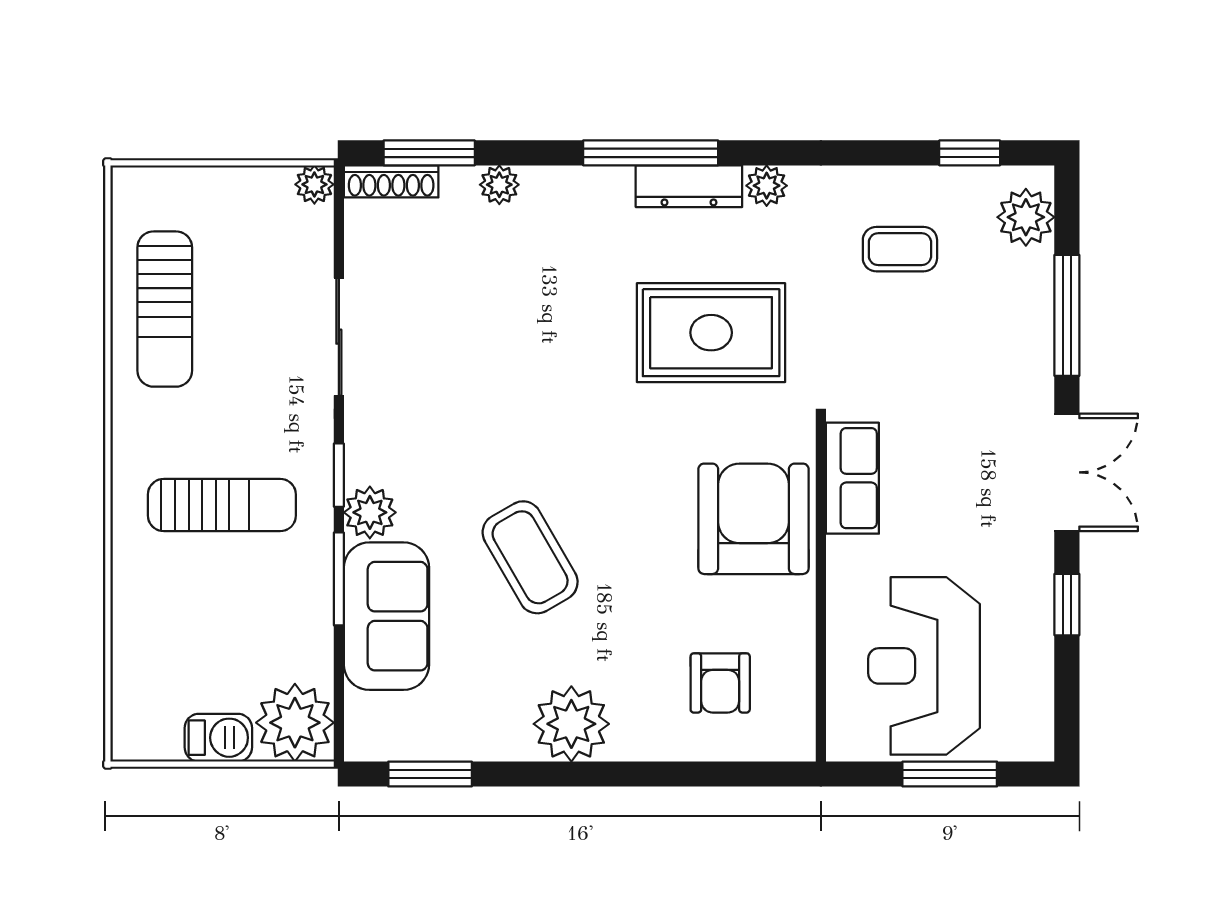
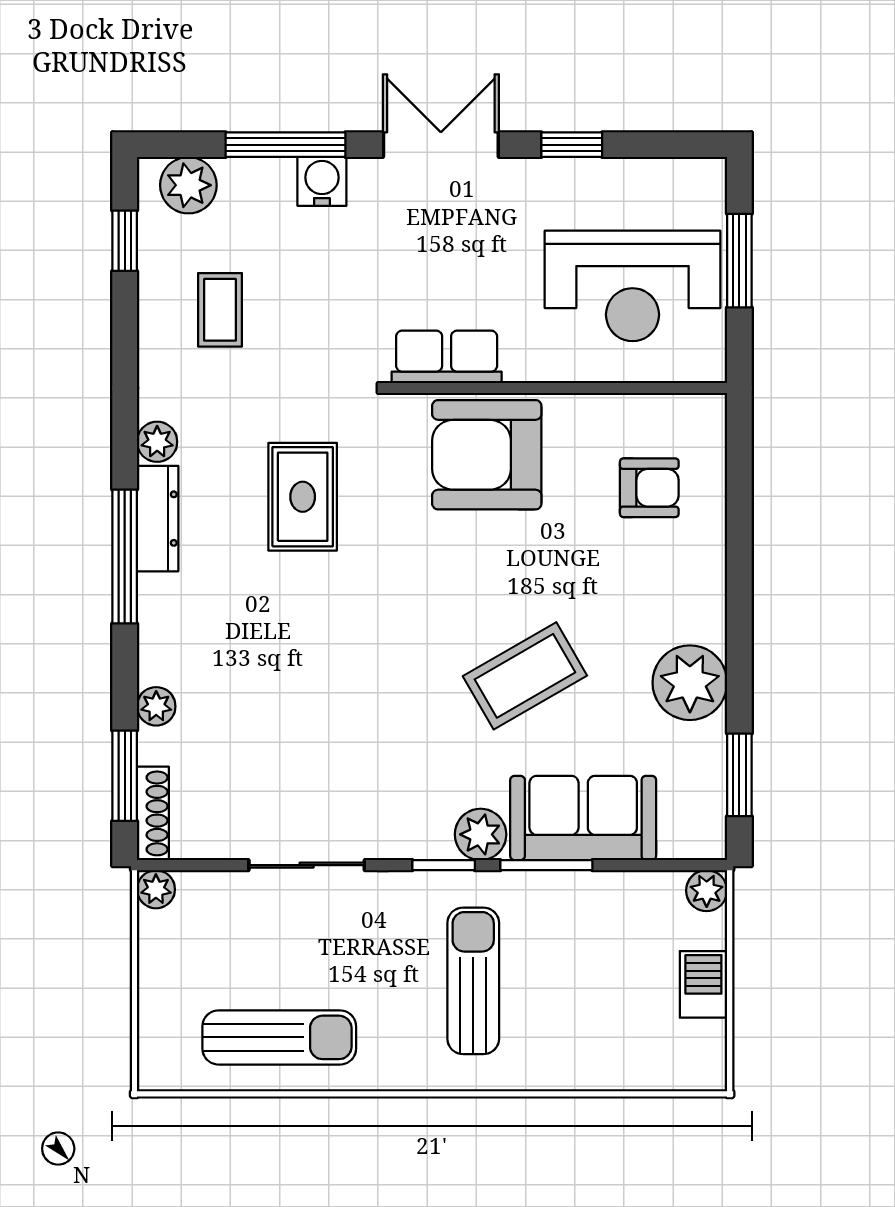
rug: (711, 333) -> (303, 497), width x0.73, depth x0.70
water cooler: (1030, 352) -> (322, 181), added
plant: (295, 723) -> (707, 891), width x0.53, depth x0.53
plant: (571, 724) -> (690, 683), moved

